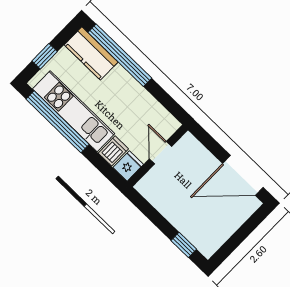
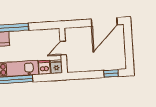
door: (161, 153) -> (63, 48), hinge flipped

